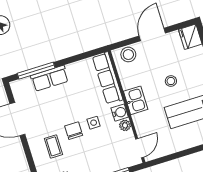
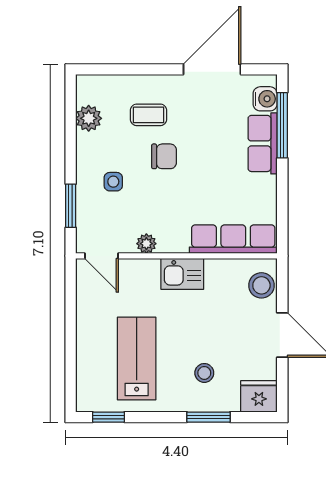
stool: (171, 81) -> (204, 373), moved
water cooler: (120, 113) -> (265, 99), moved, turned -90
side table: (94, 123) -> (113, 182), moved

